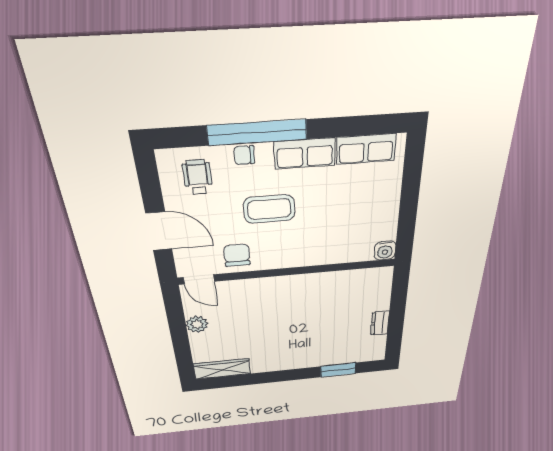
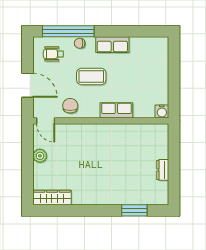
window: (257, 132) -> (68, 31), moved
row of seats: (366, 149) -> (116, 110), moved, turned 180
wheelchair: (198, 177) -> (53, 54), turned -90

